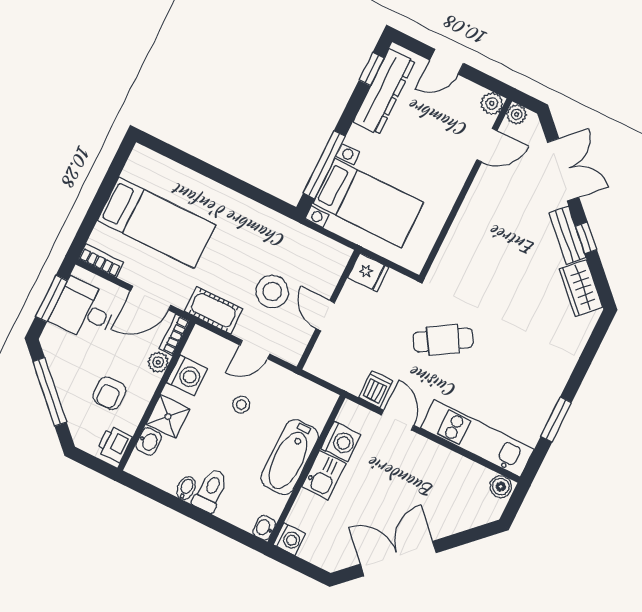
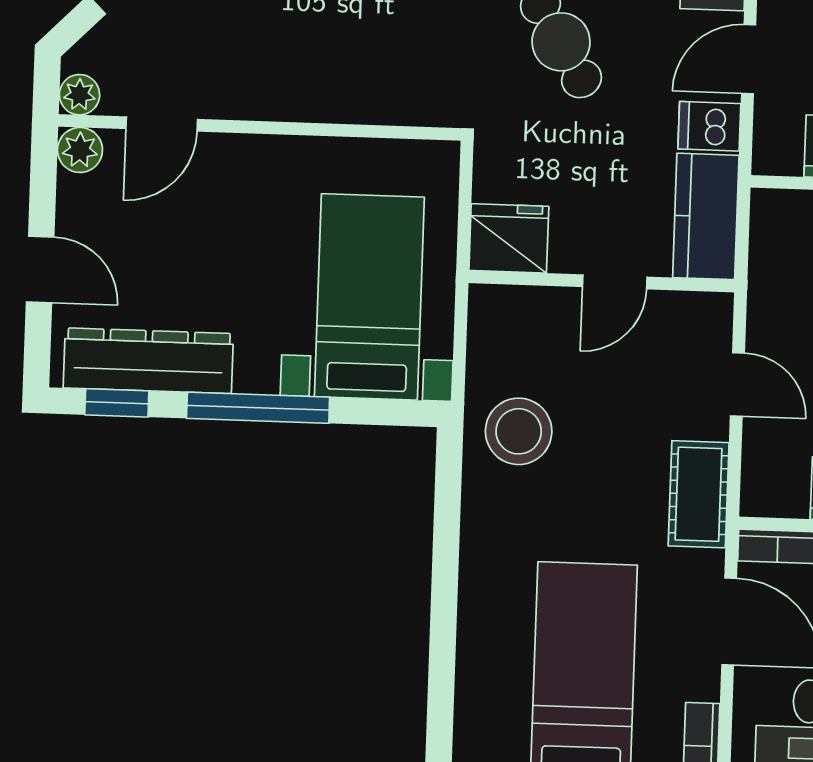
door: (487, 145) -> (162, 124), swing flipped
window: (324, 165) -> (258, 408), moved
fridge: (368, 272) -> (509, 238), width x1.38
stool: (272, 291) -> (519, 431), moved
kitchen counter: (336, 369) -> (706, 216), added

